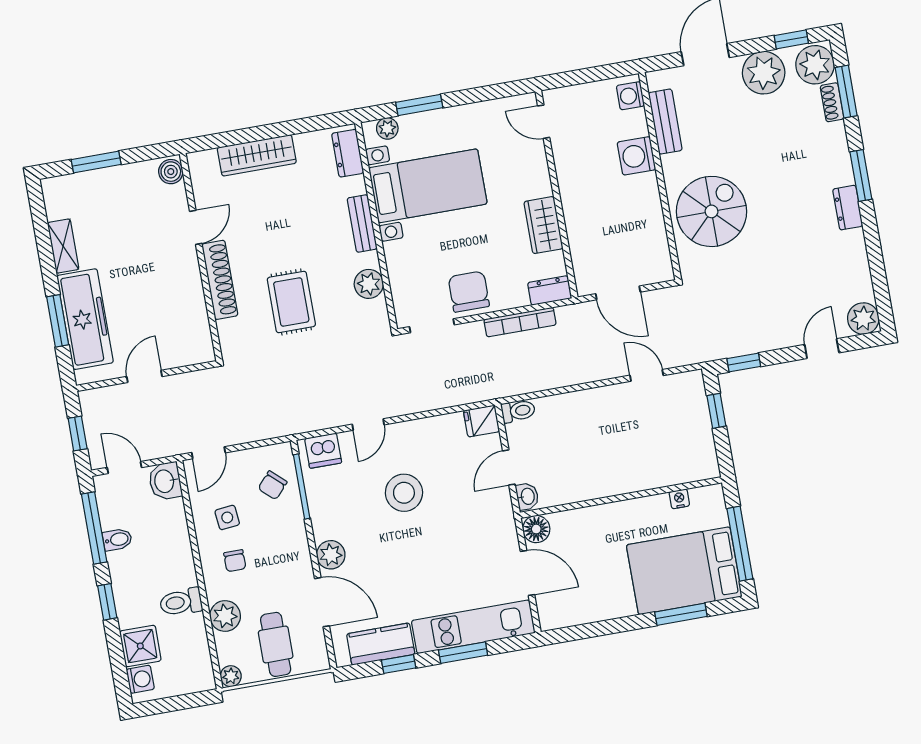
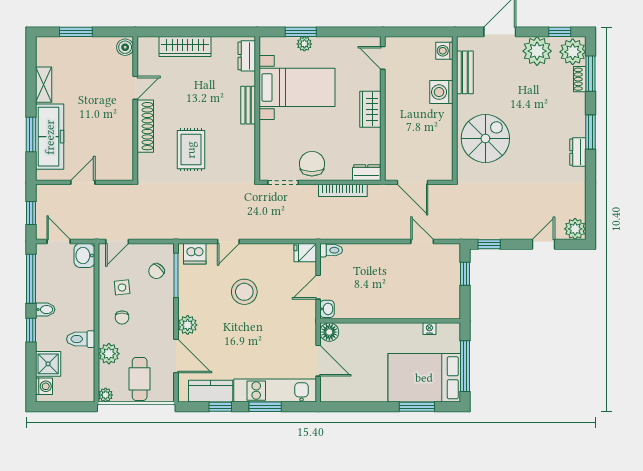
plant: (387, 128) -> (304, 44), moved
wardrobe: (544, 225) -> (370, 109), moved
plant: (369, 284) -> (245, 147), removed
bidet: (117, 540) -> (45, 310), moved

